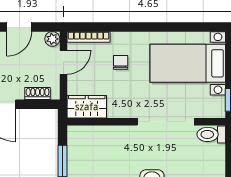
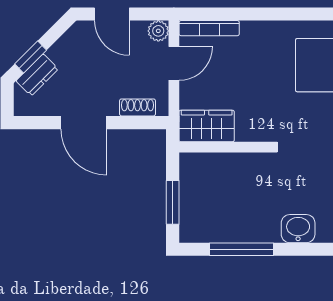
door: (19, 27) -> (112, 14), hinge flipped
chair: (121, 62) -> (254, 64), removed

